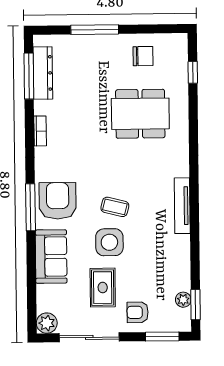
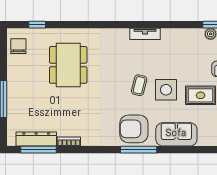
chair: (143, 56) -> (18, 46), moved
bookcase: (40, 131) -> (69, 142), moved
tv unit: (182, 206) -> (145, 34), width x0.71

